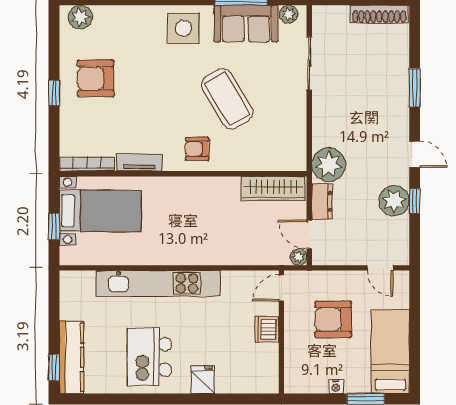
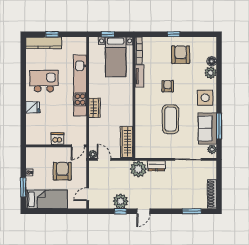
floor lamp: (109, 15) -> (212, 61), added
plant: (80, 17) -> (211, 73), moved
window: (415, 88) -> (192, 211), moved
coffee table: (227, 99) -> (171, 119), turned -59
armchair: (197, 149) -> (168, 86), moved
dresser: (322, 201) -> (156, 166), moved
door: (309, 234) -> (104, 159), hinge flipped
wardrobe: (204, 254) -> (95, 108), added
door: (281, 288) -> (78, 146), swing flipped
window: (54, 368) -> (52, 34), moved

